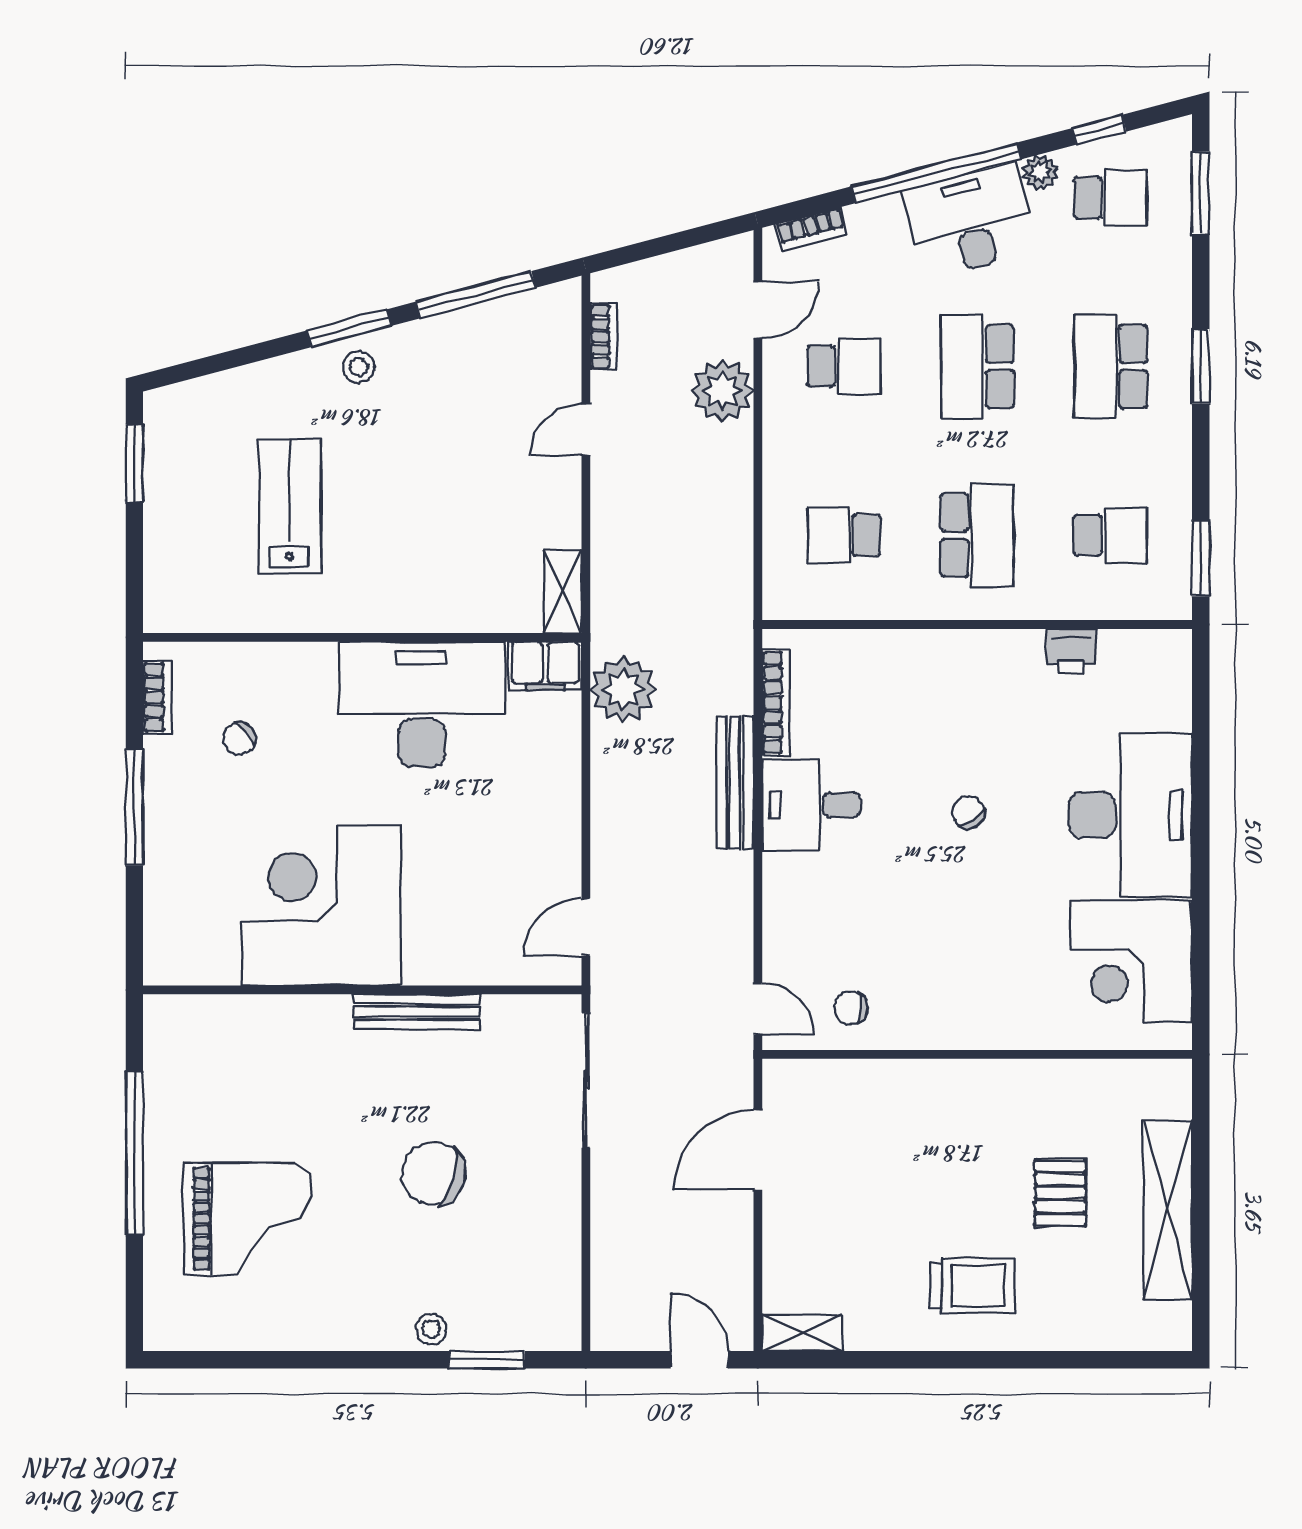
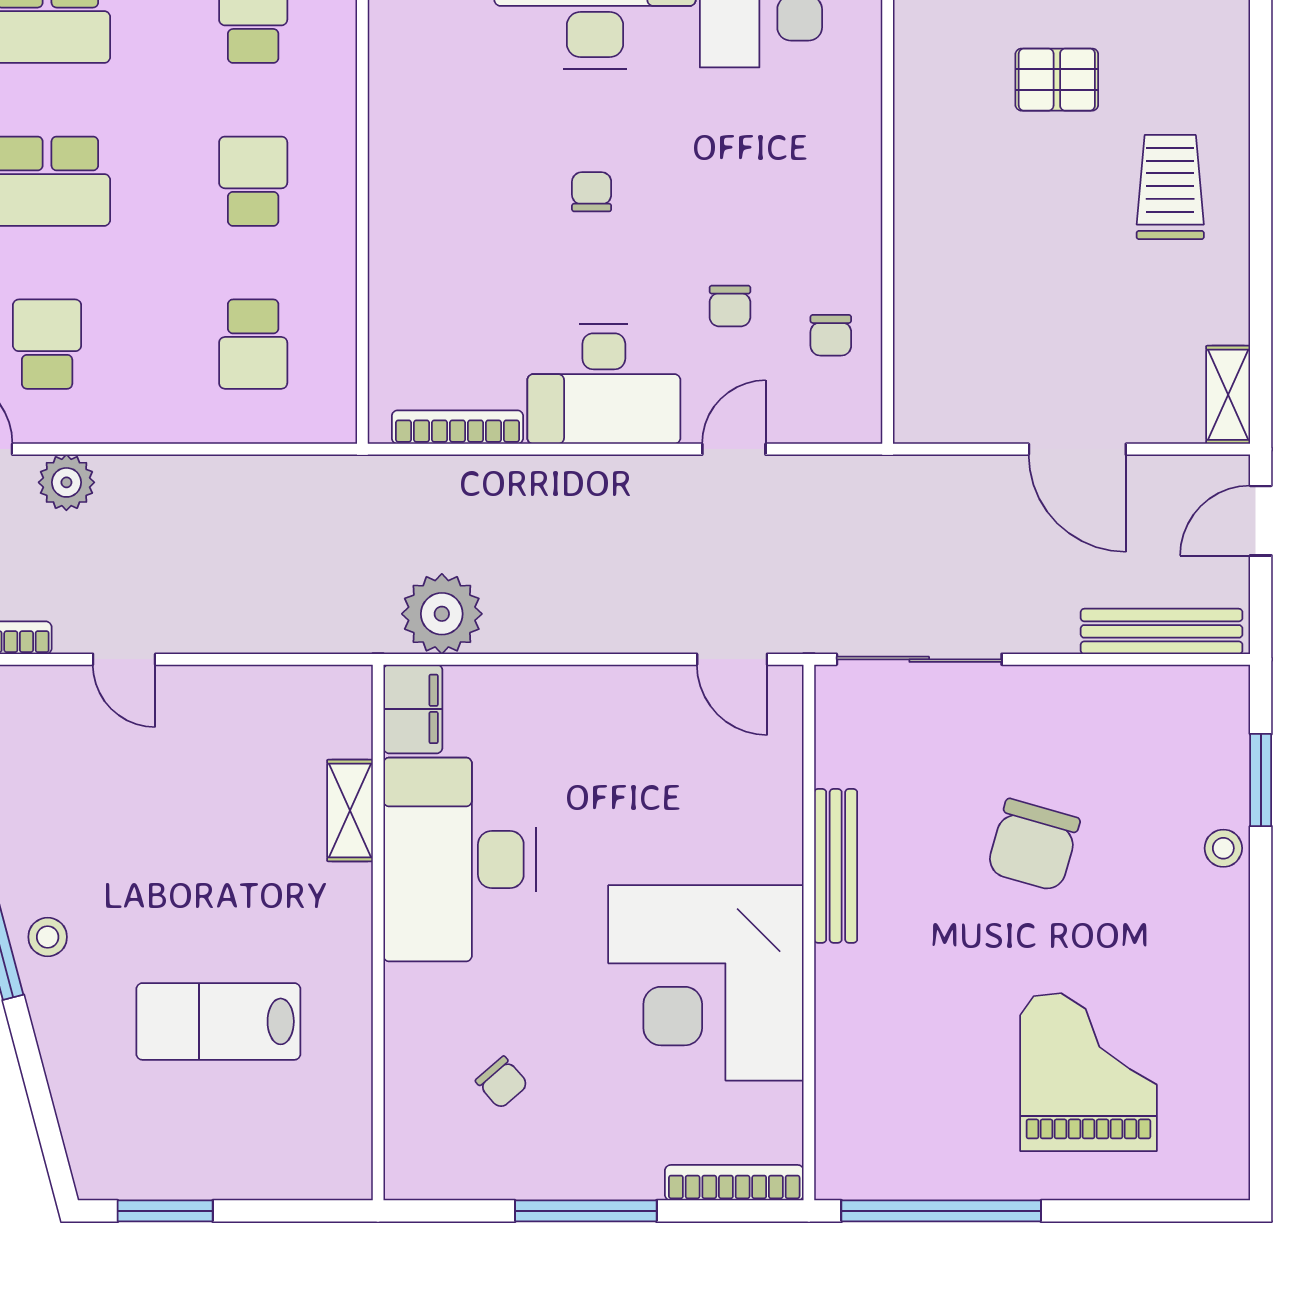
plant: (722, 391) -> (66, 482), width x0.73, depth x0.73
school desk: (977, 535) -> (253, 181), width x0.54
shelving: (563, 591) -> (350, 810), moved, turned 90
printer: (1071, 651) -> (395, 66), removed
bookcase: (157, 697) -> (734, 1183), moved, width x1.56
bench: (735, 783) -> (1162, 631), moved
desk: (811, 805) -> (604, 384), width x1.37
chair: (968, 812) -> (592, 192), turned 123
chair: (875, 925) -> (730, 306), added
door: (758, 1009) -> (734, 449), moved
door: (758, 1150) -> (1077, 449), moved
window: (134, 1153) -> (941, 1211), moved

